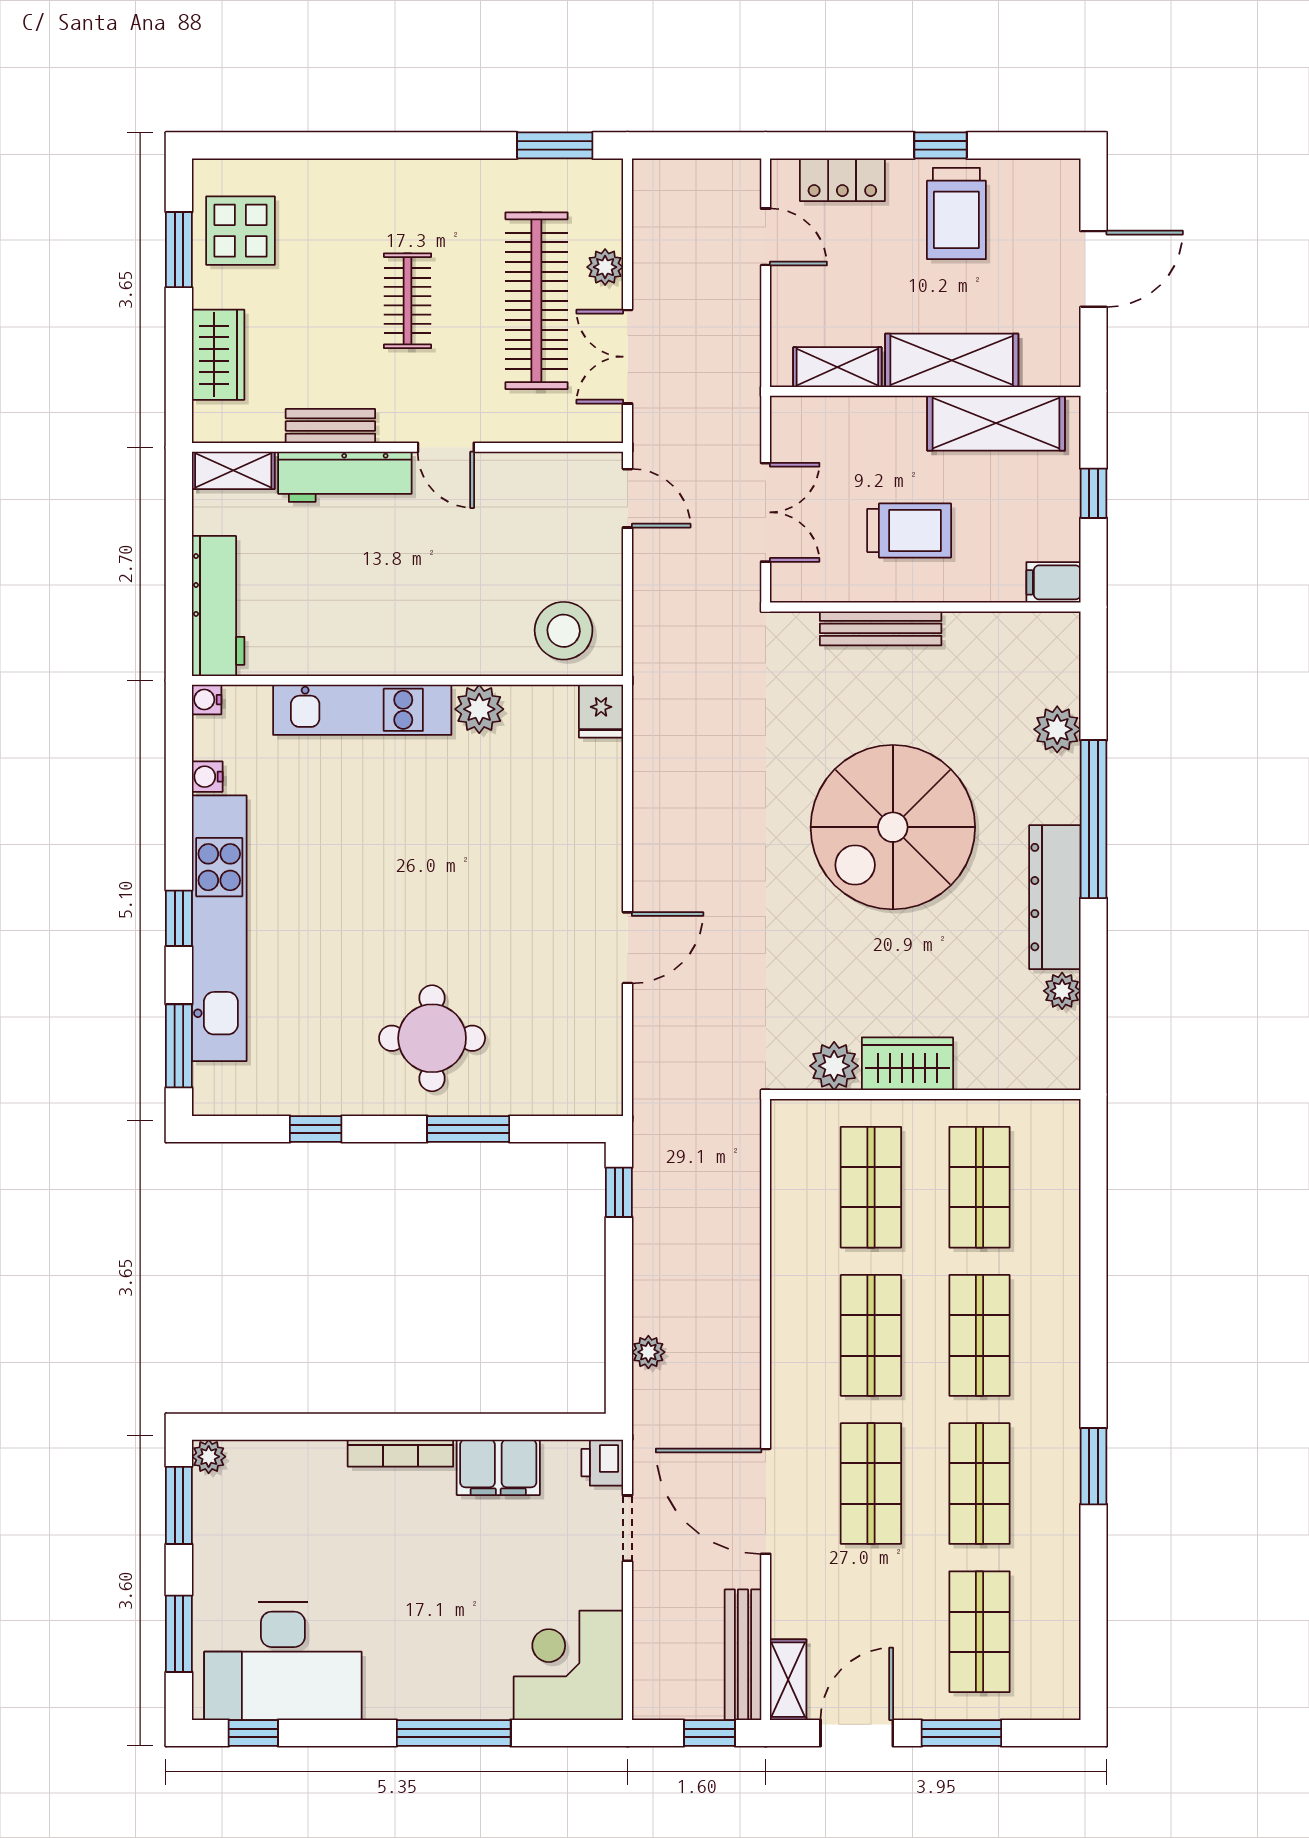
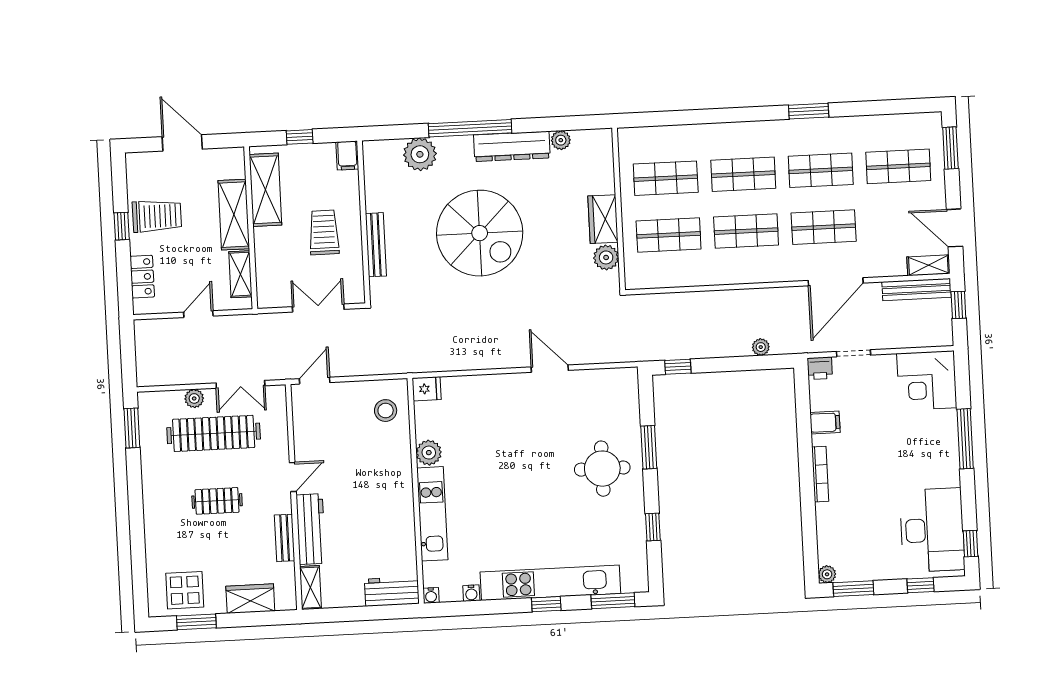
door: (766, 237) -> (198, 314), moved
workbench: (218, 606) -> (392, 591), width x0.73
stool: (564, 631) -> (386, 411), width x0.73, depth x0.73
plant: (1057, 729) -> (420, 154), width x1.36, depth x1.36
filing cabinet: (498, 1467) -> (825, 423), width x0.50
window: (179, 1634) -> (921, 585), width x0.67
window: (961, 1733) -> (950, 148), moved

